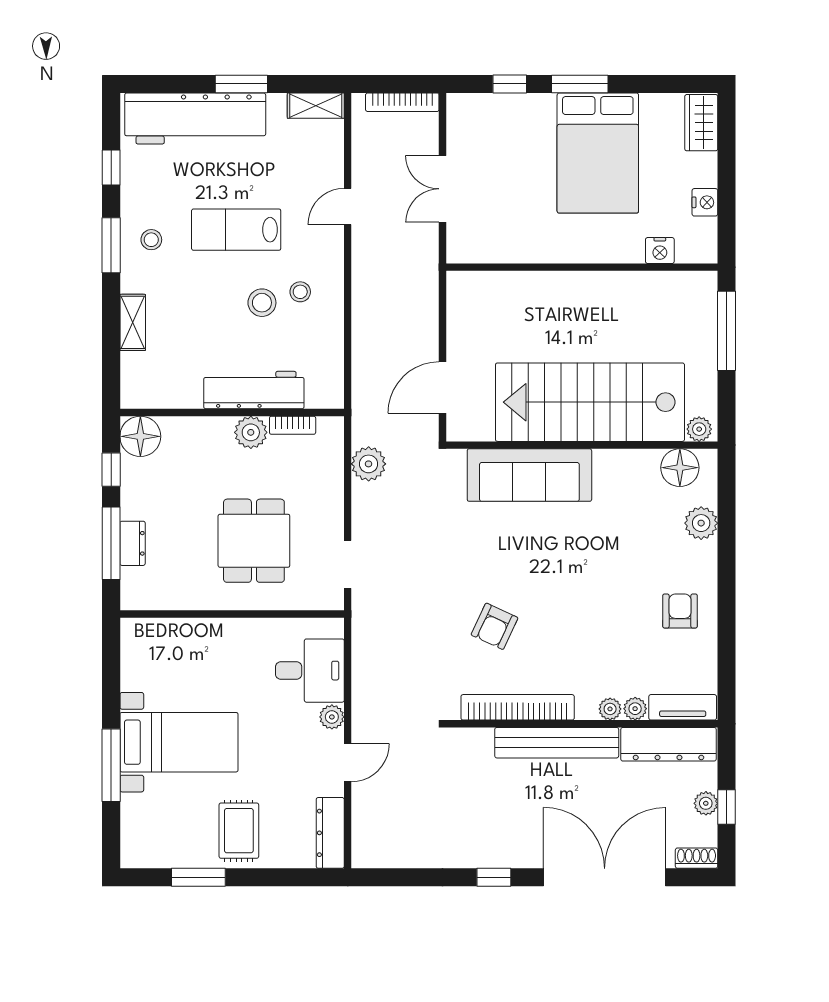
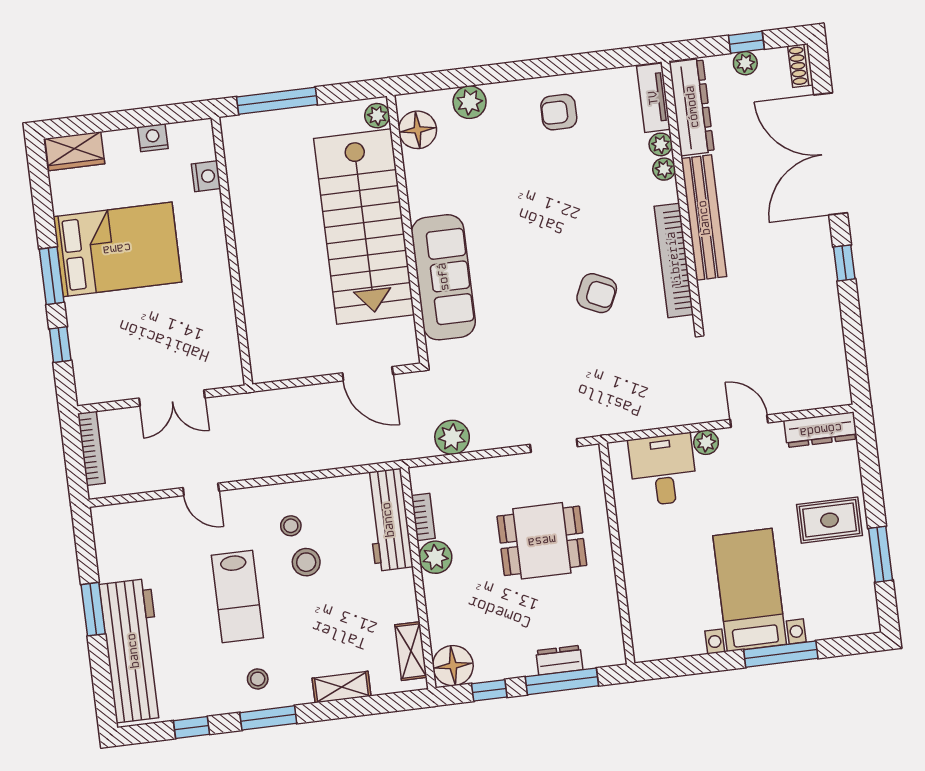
shelving: (316, 106) -> (411, 651), moved
workbench: (254, 390) -> (388, 520), moved

